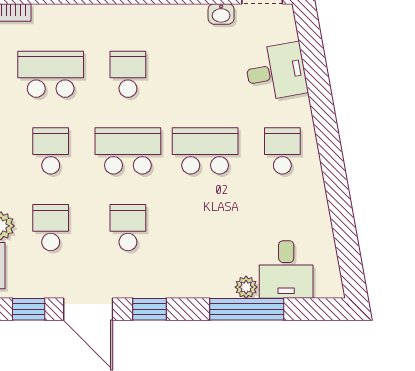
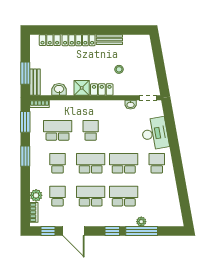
desk: (276, 72) -> (155, 133), width x1.37
school desk: (128, 228) -> (91, 196), width x1.85
school desk: (205, 228) -> (124, 196), added
desk: (286, 269) -> (158, 214), removed
window: (150, 309) -> (112, 231), moved

